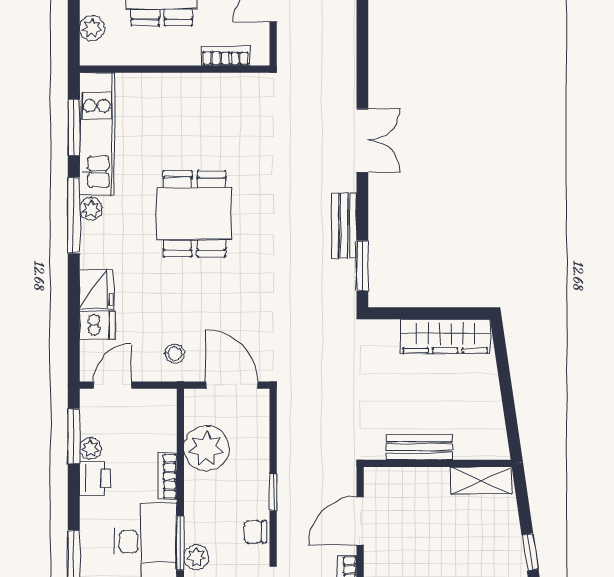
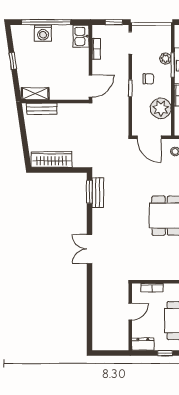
bench: (344, 226) -> (98, 193), moved
bench: (419, 447) -> (42, 109), moved
door: (360, 521) -> (90, 86), moved
chair: (255, 532) -> (148, 79), moved

